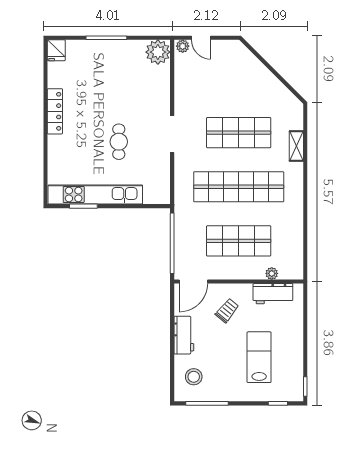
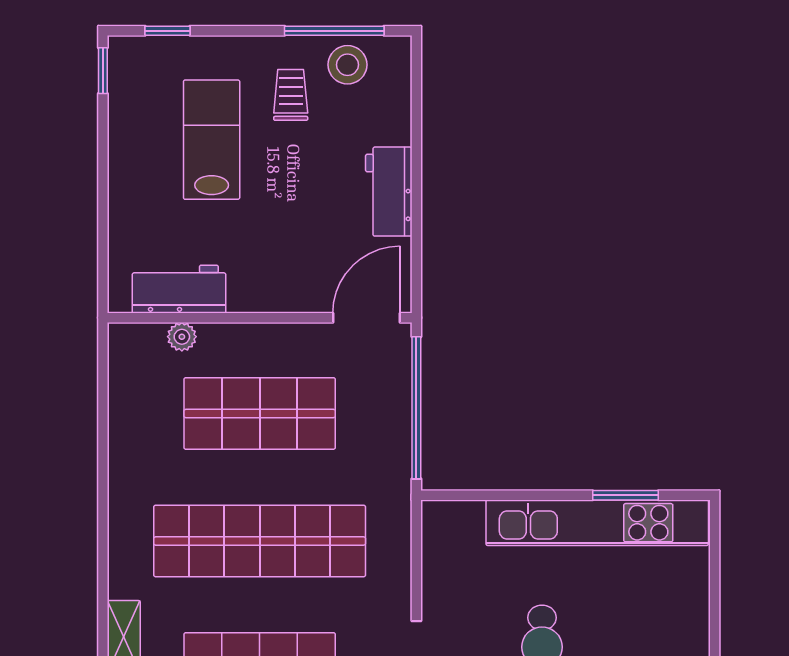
trolley: (227, 311) -> (291, 95), moved, turned 141
lab bench: (259, 357) -> (212, 140), turned 180
stool: (194, 377) -> (347, 65), moved

